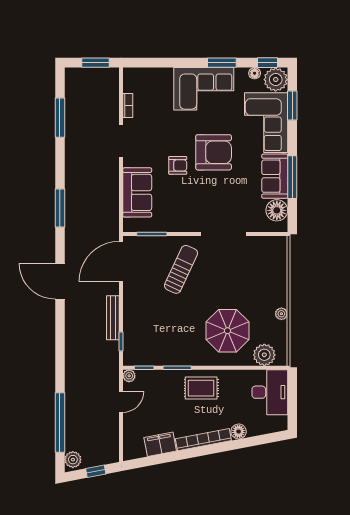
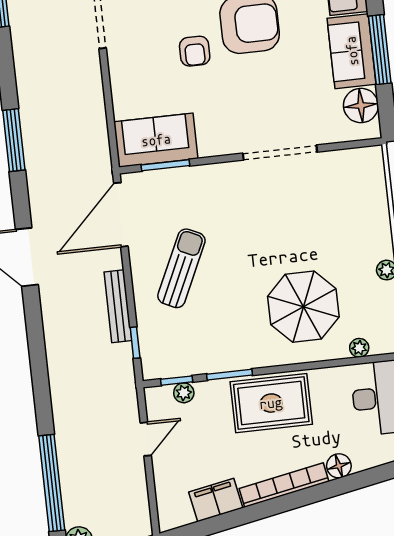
armchair: (178, 165) -> (195, 51), turned 90
sofa: (137, 192) -> (156, 140), moved, turned -90
sun lounger: (181, 269) -> (181, 268), moved
plant: (264, 355) -> (359, 348), width x0.53, depth x0.53
plant: (129, 376) -> (184, 393), moved
rug: (201, 388) -> (271, 403), width x1.36, depth x1.43

